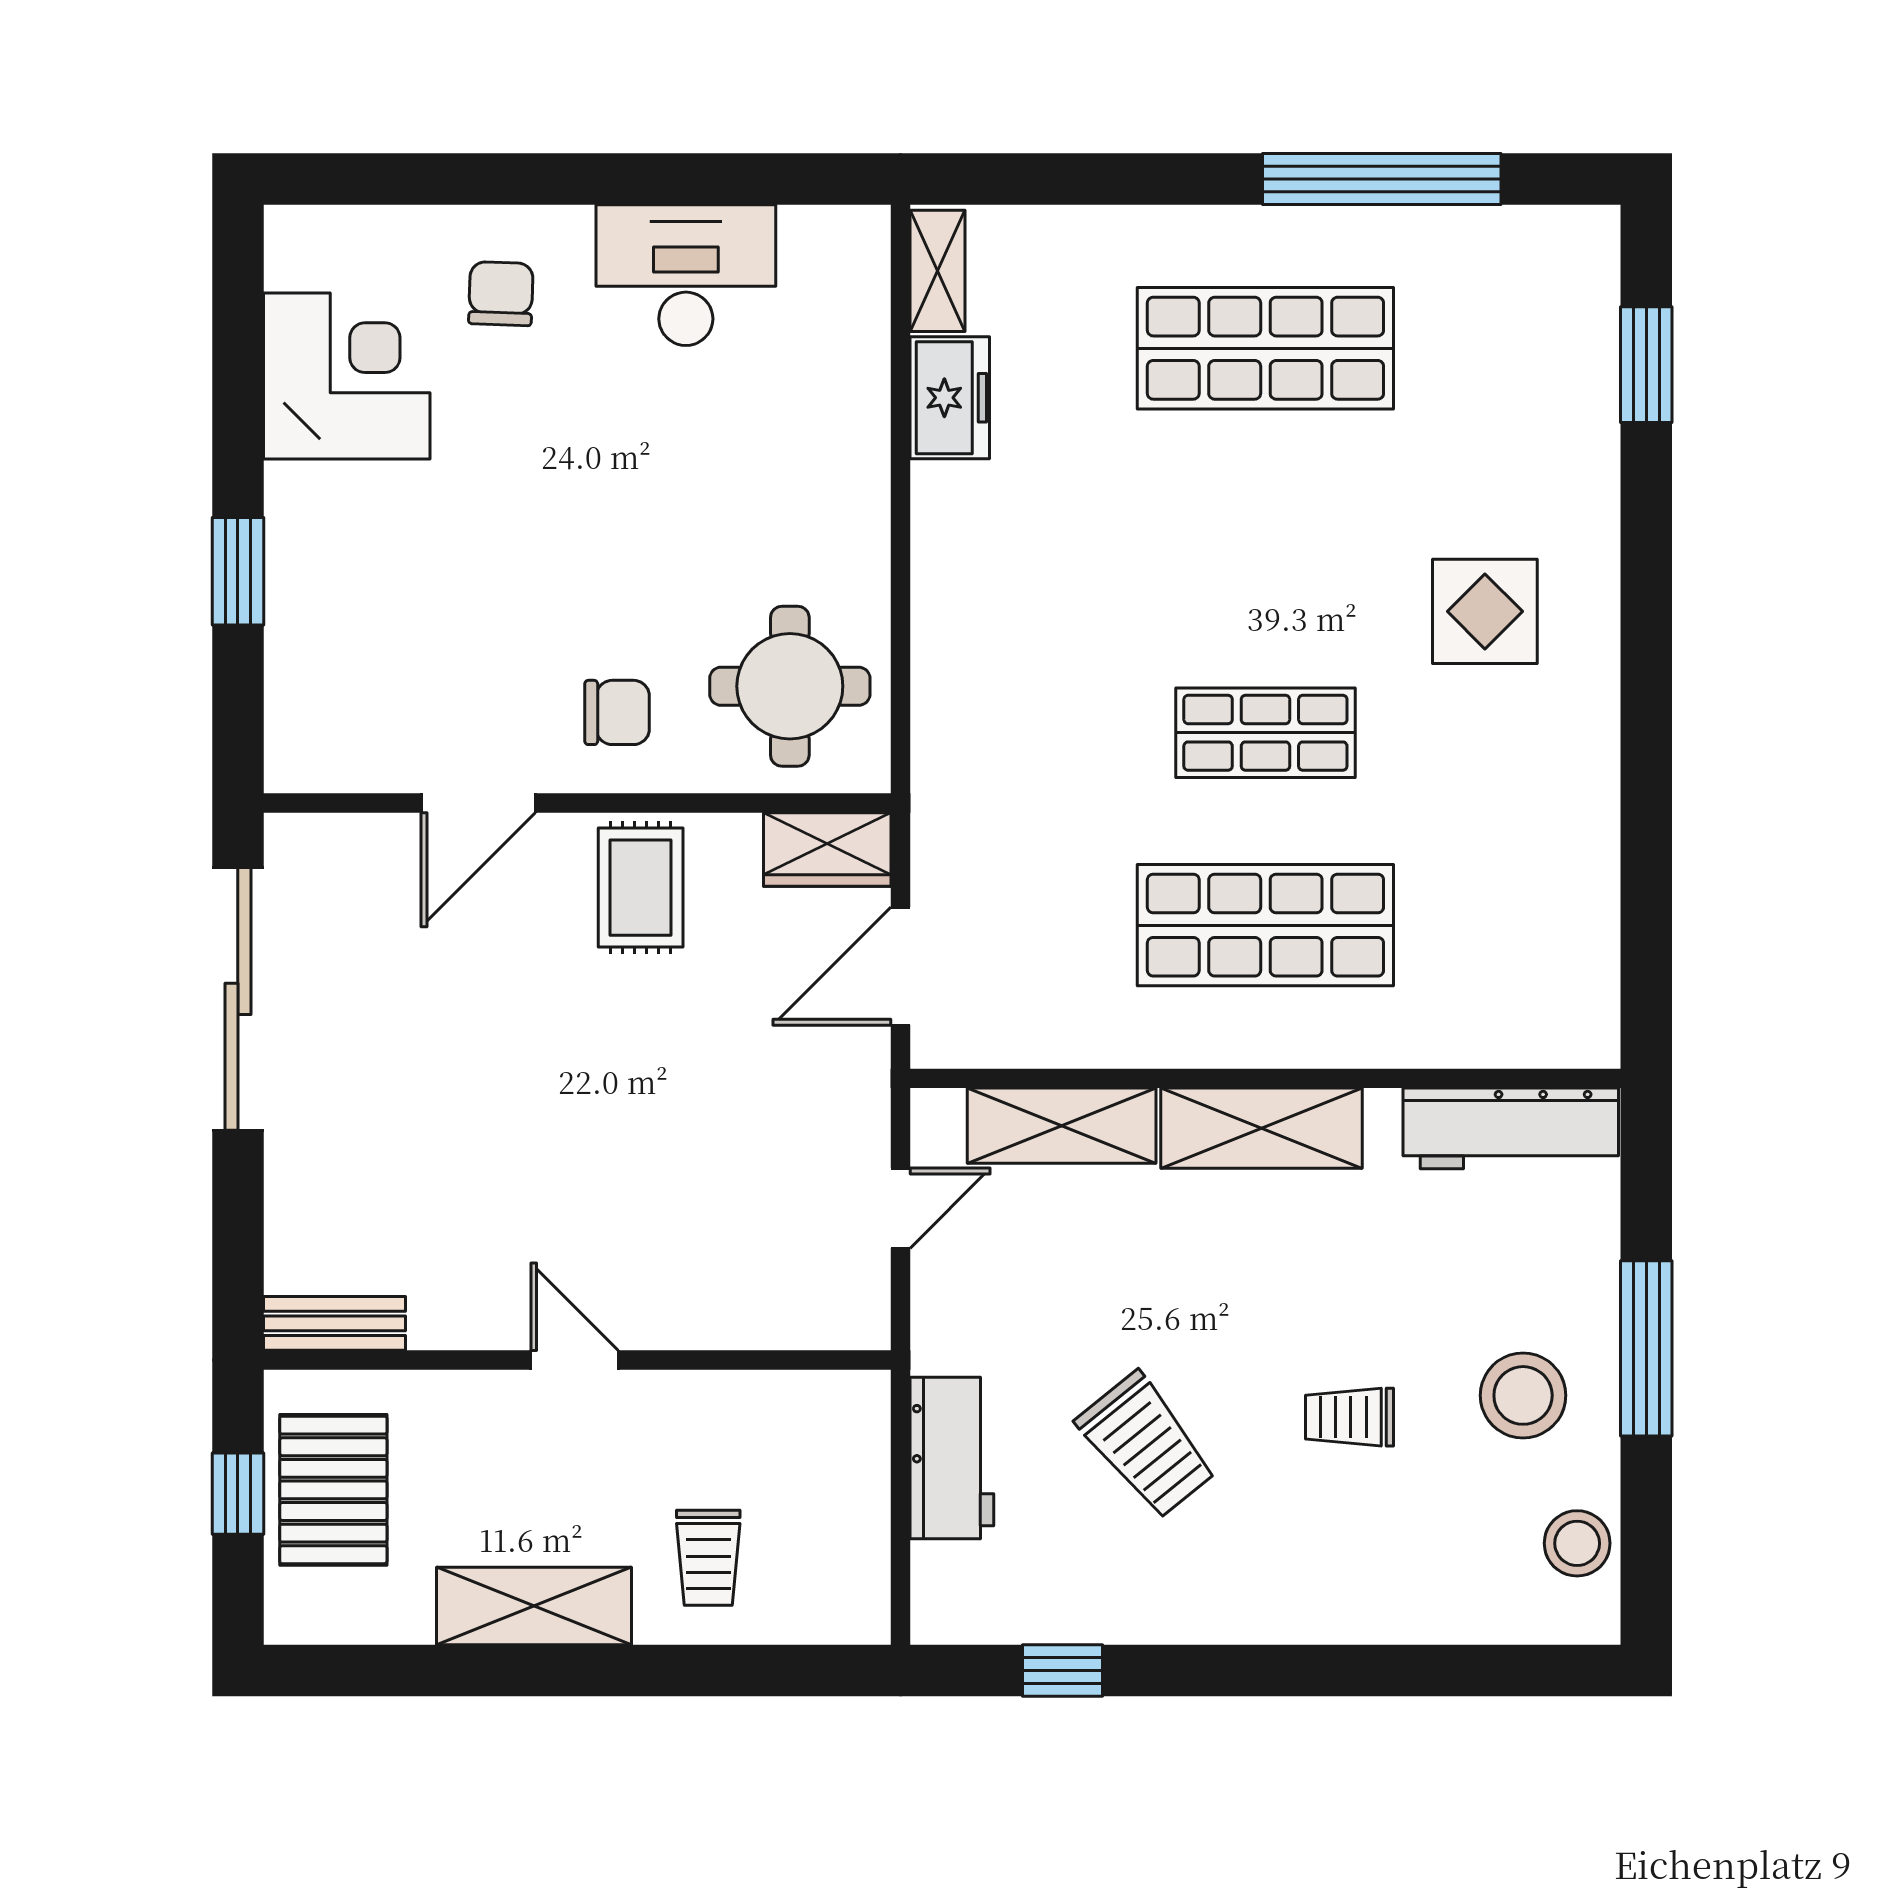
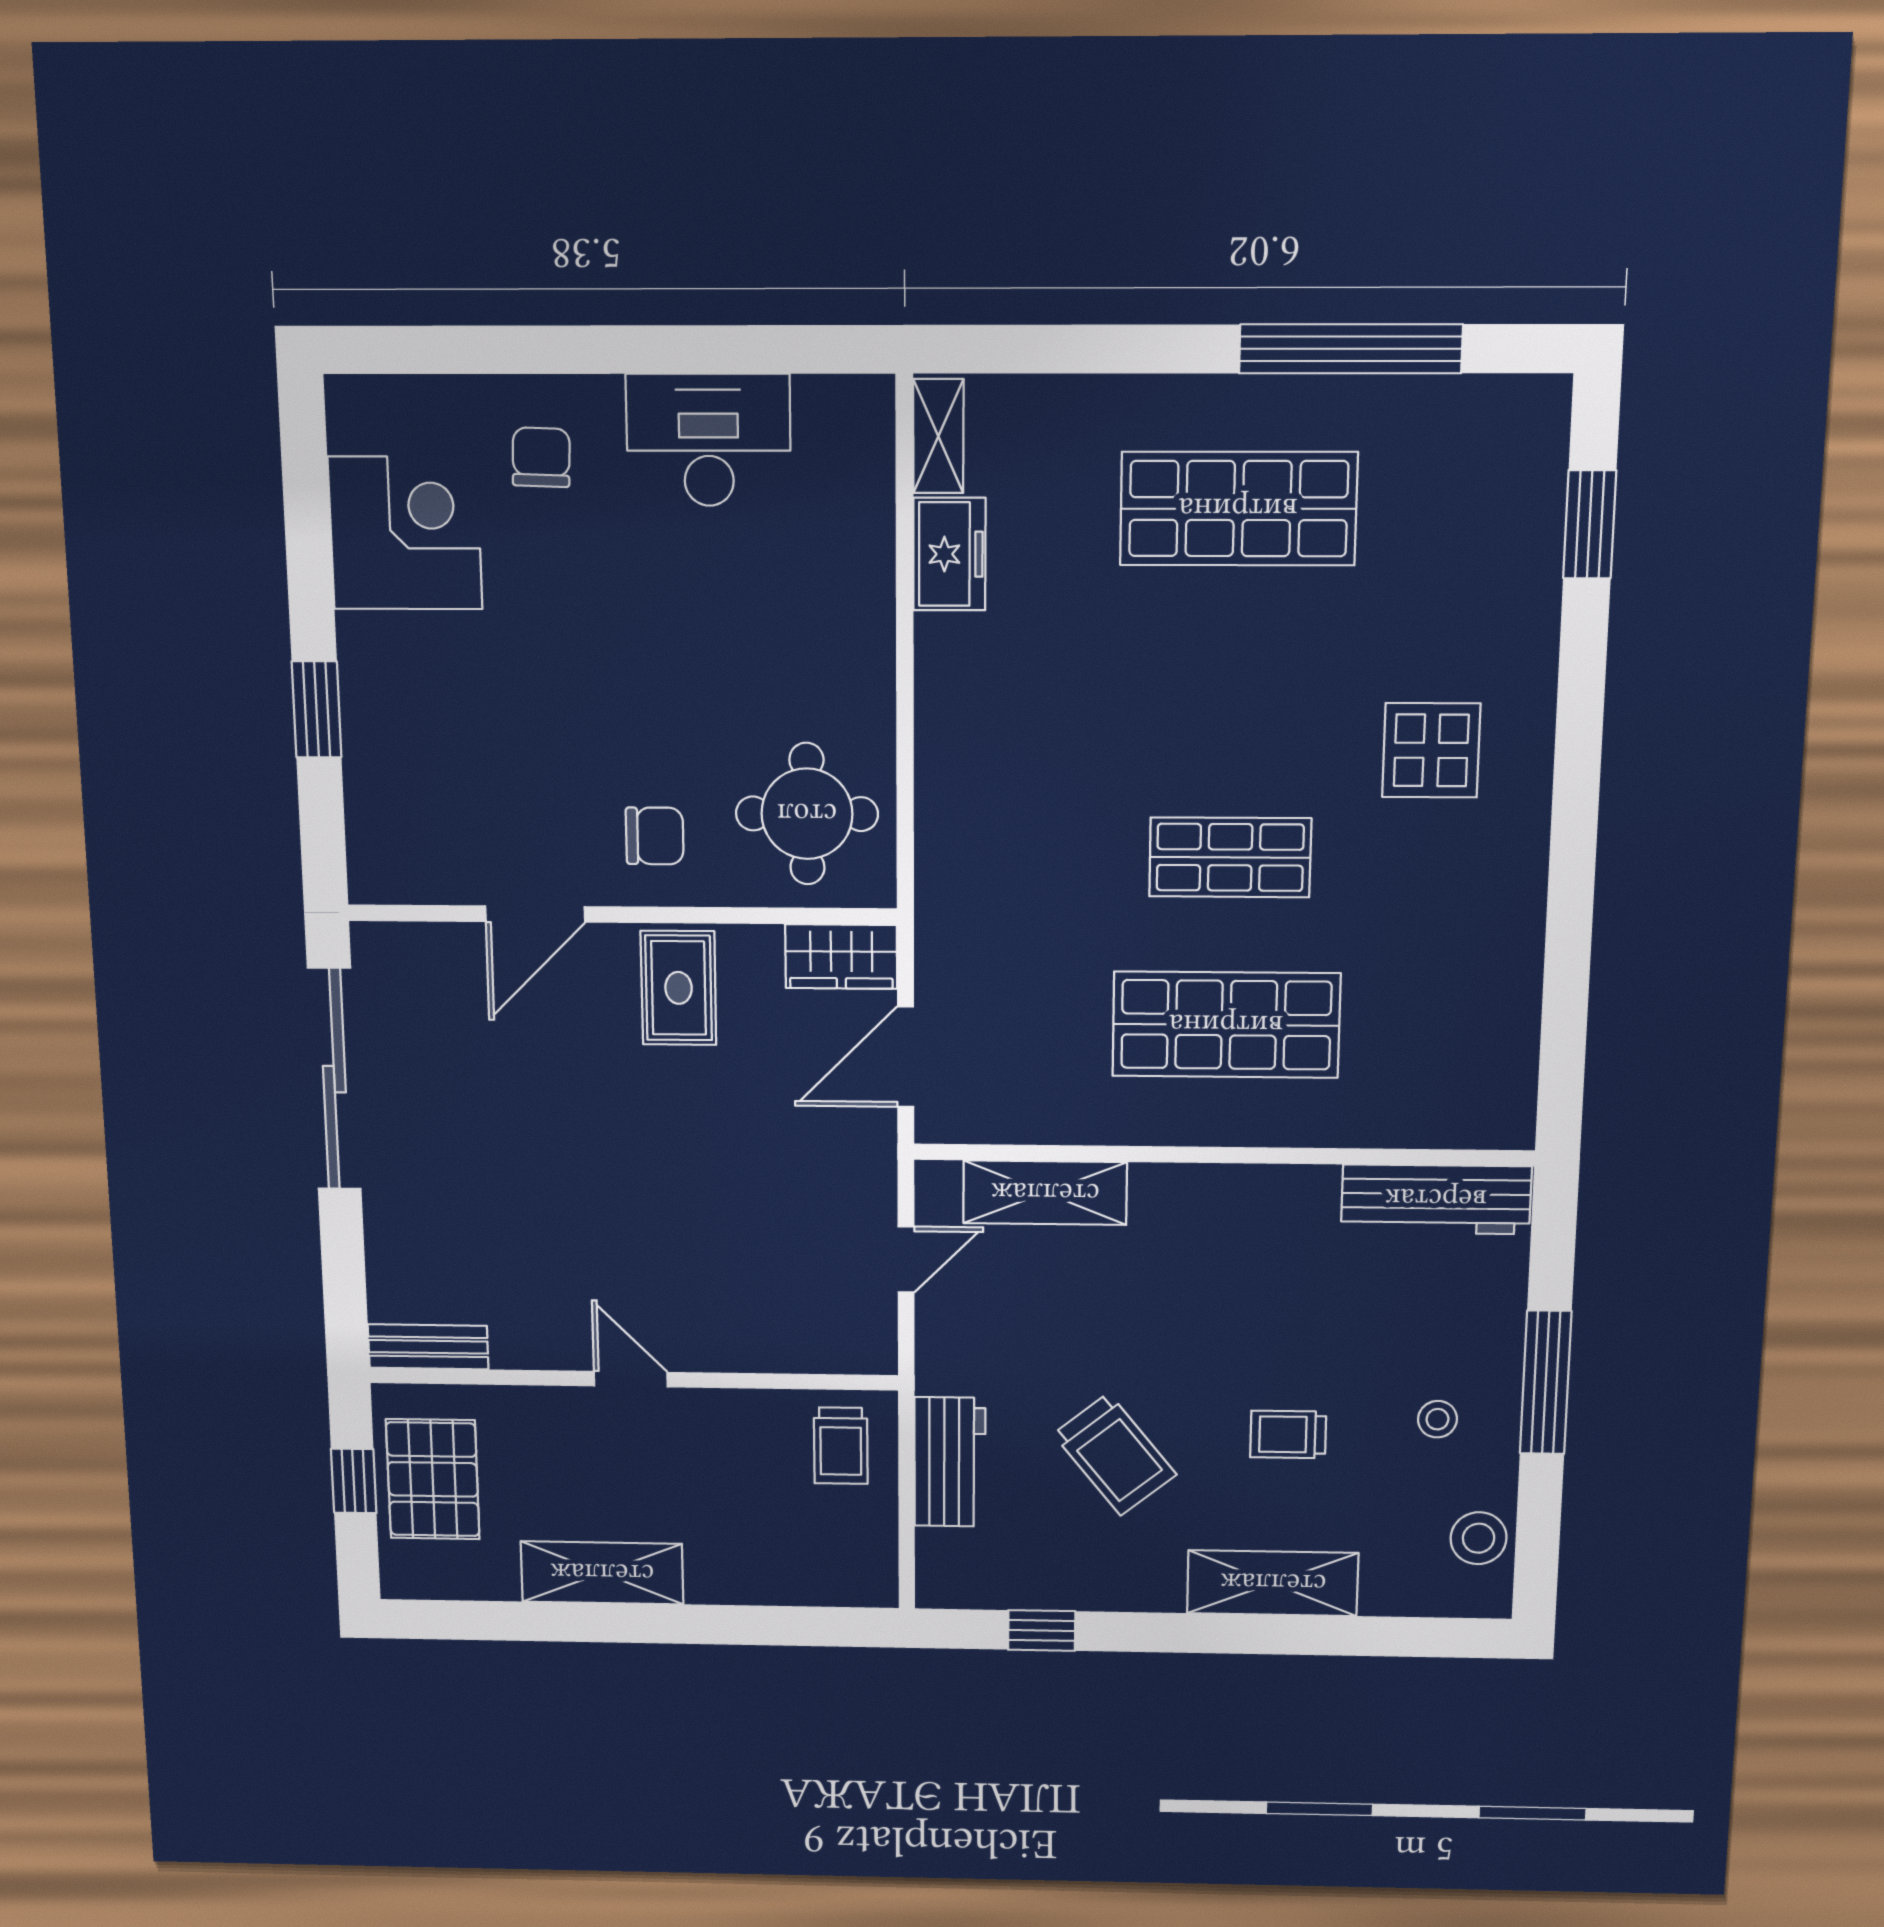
shelving: (1262, 1128) -> (1273, 1583), moved
stool: (1523, 1395) -> (1437, 1419), width x0.53, depth x0.53
trolley: (708, 1558) -> (841, 1446), moved

